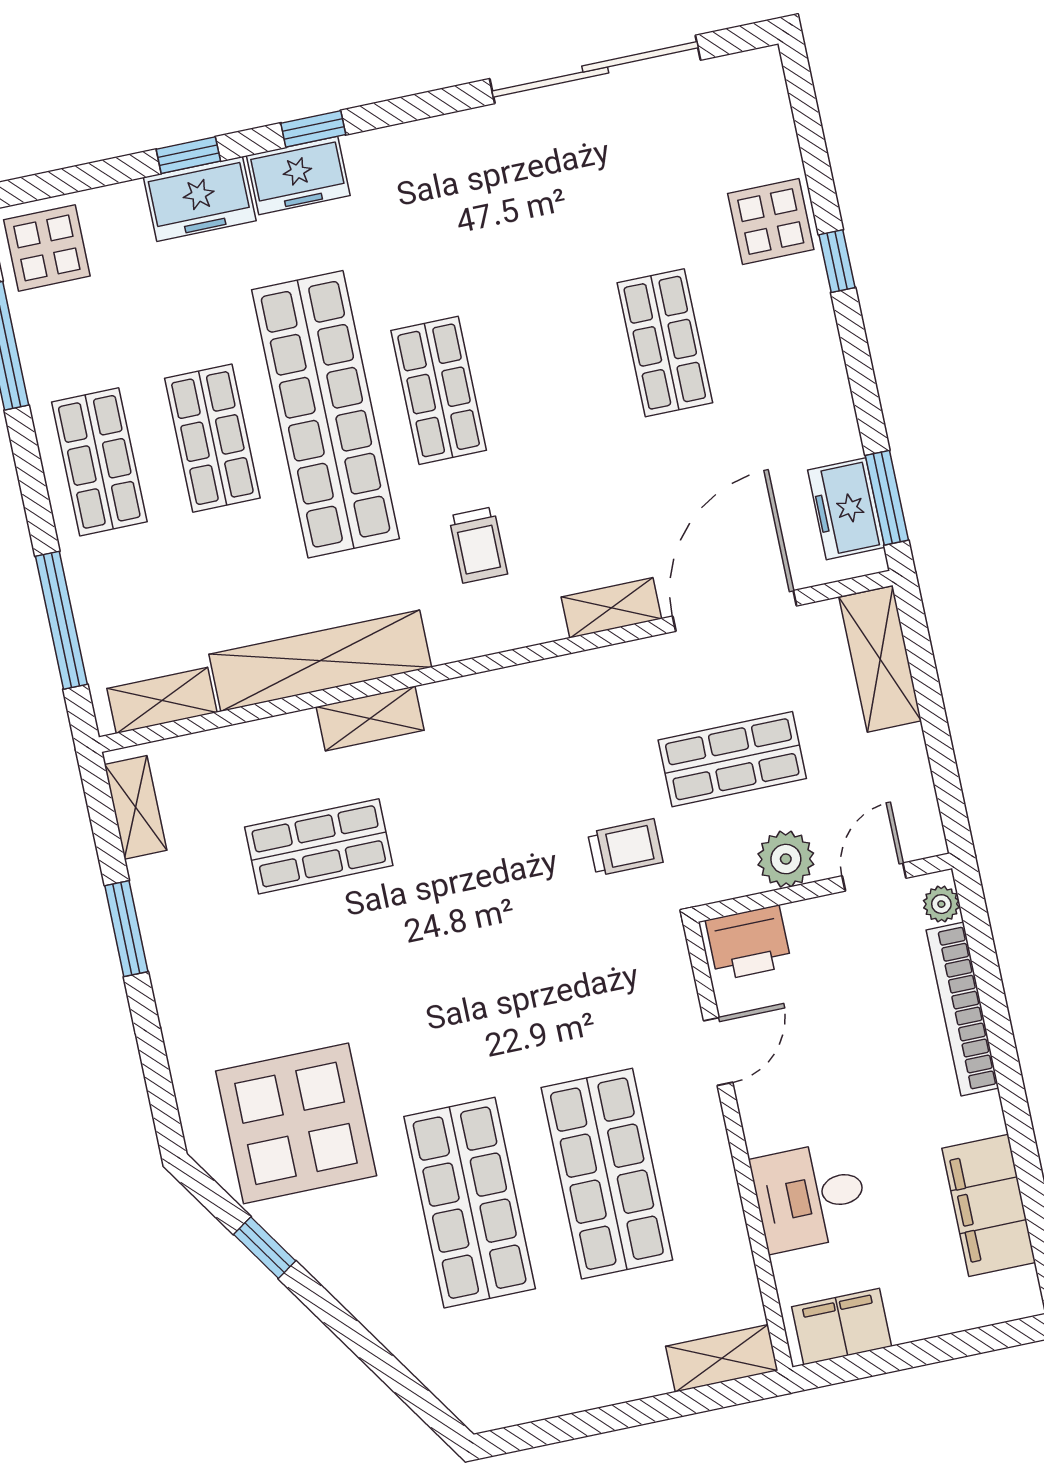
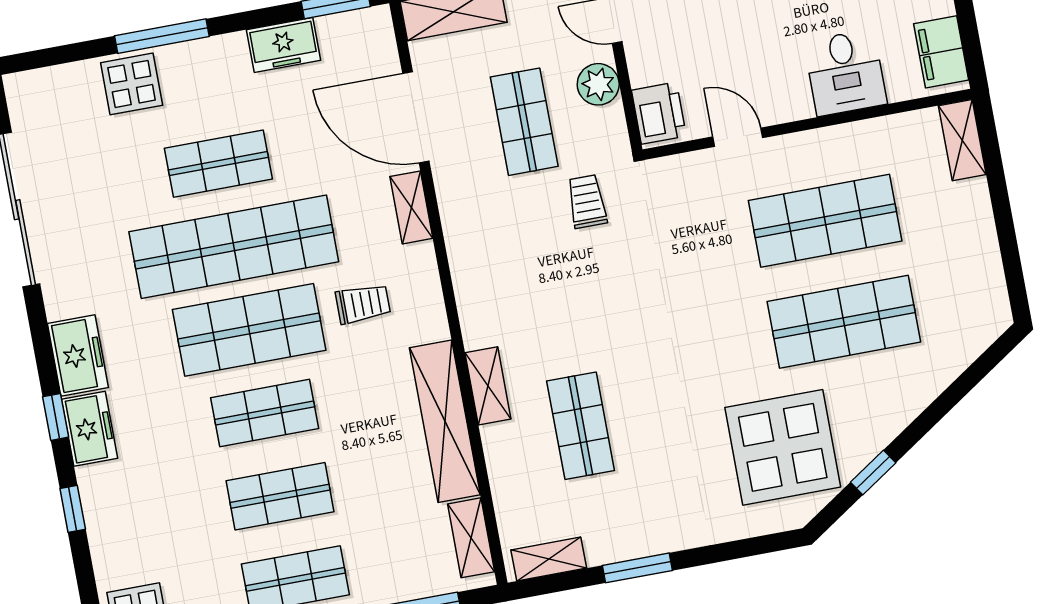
freezer: (200, 199) -> (78, 355), moved
window: (837, 261) -> (162, 36), width x2.17
shop shelf: (552, 367) -> (234, 247), added
shop shelf: (439, 390) -> (249, 330), width x1.43, depth x1.36
shop shelf: (326, 414) -> (265, 413), width x0.50, depth x0.74
freezer: (846, 509) -> (283, 45), moved

